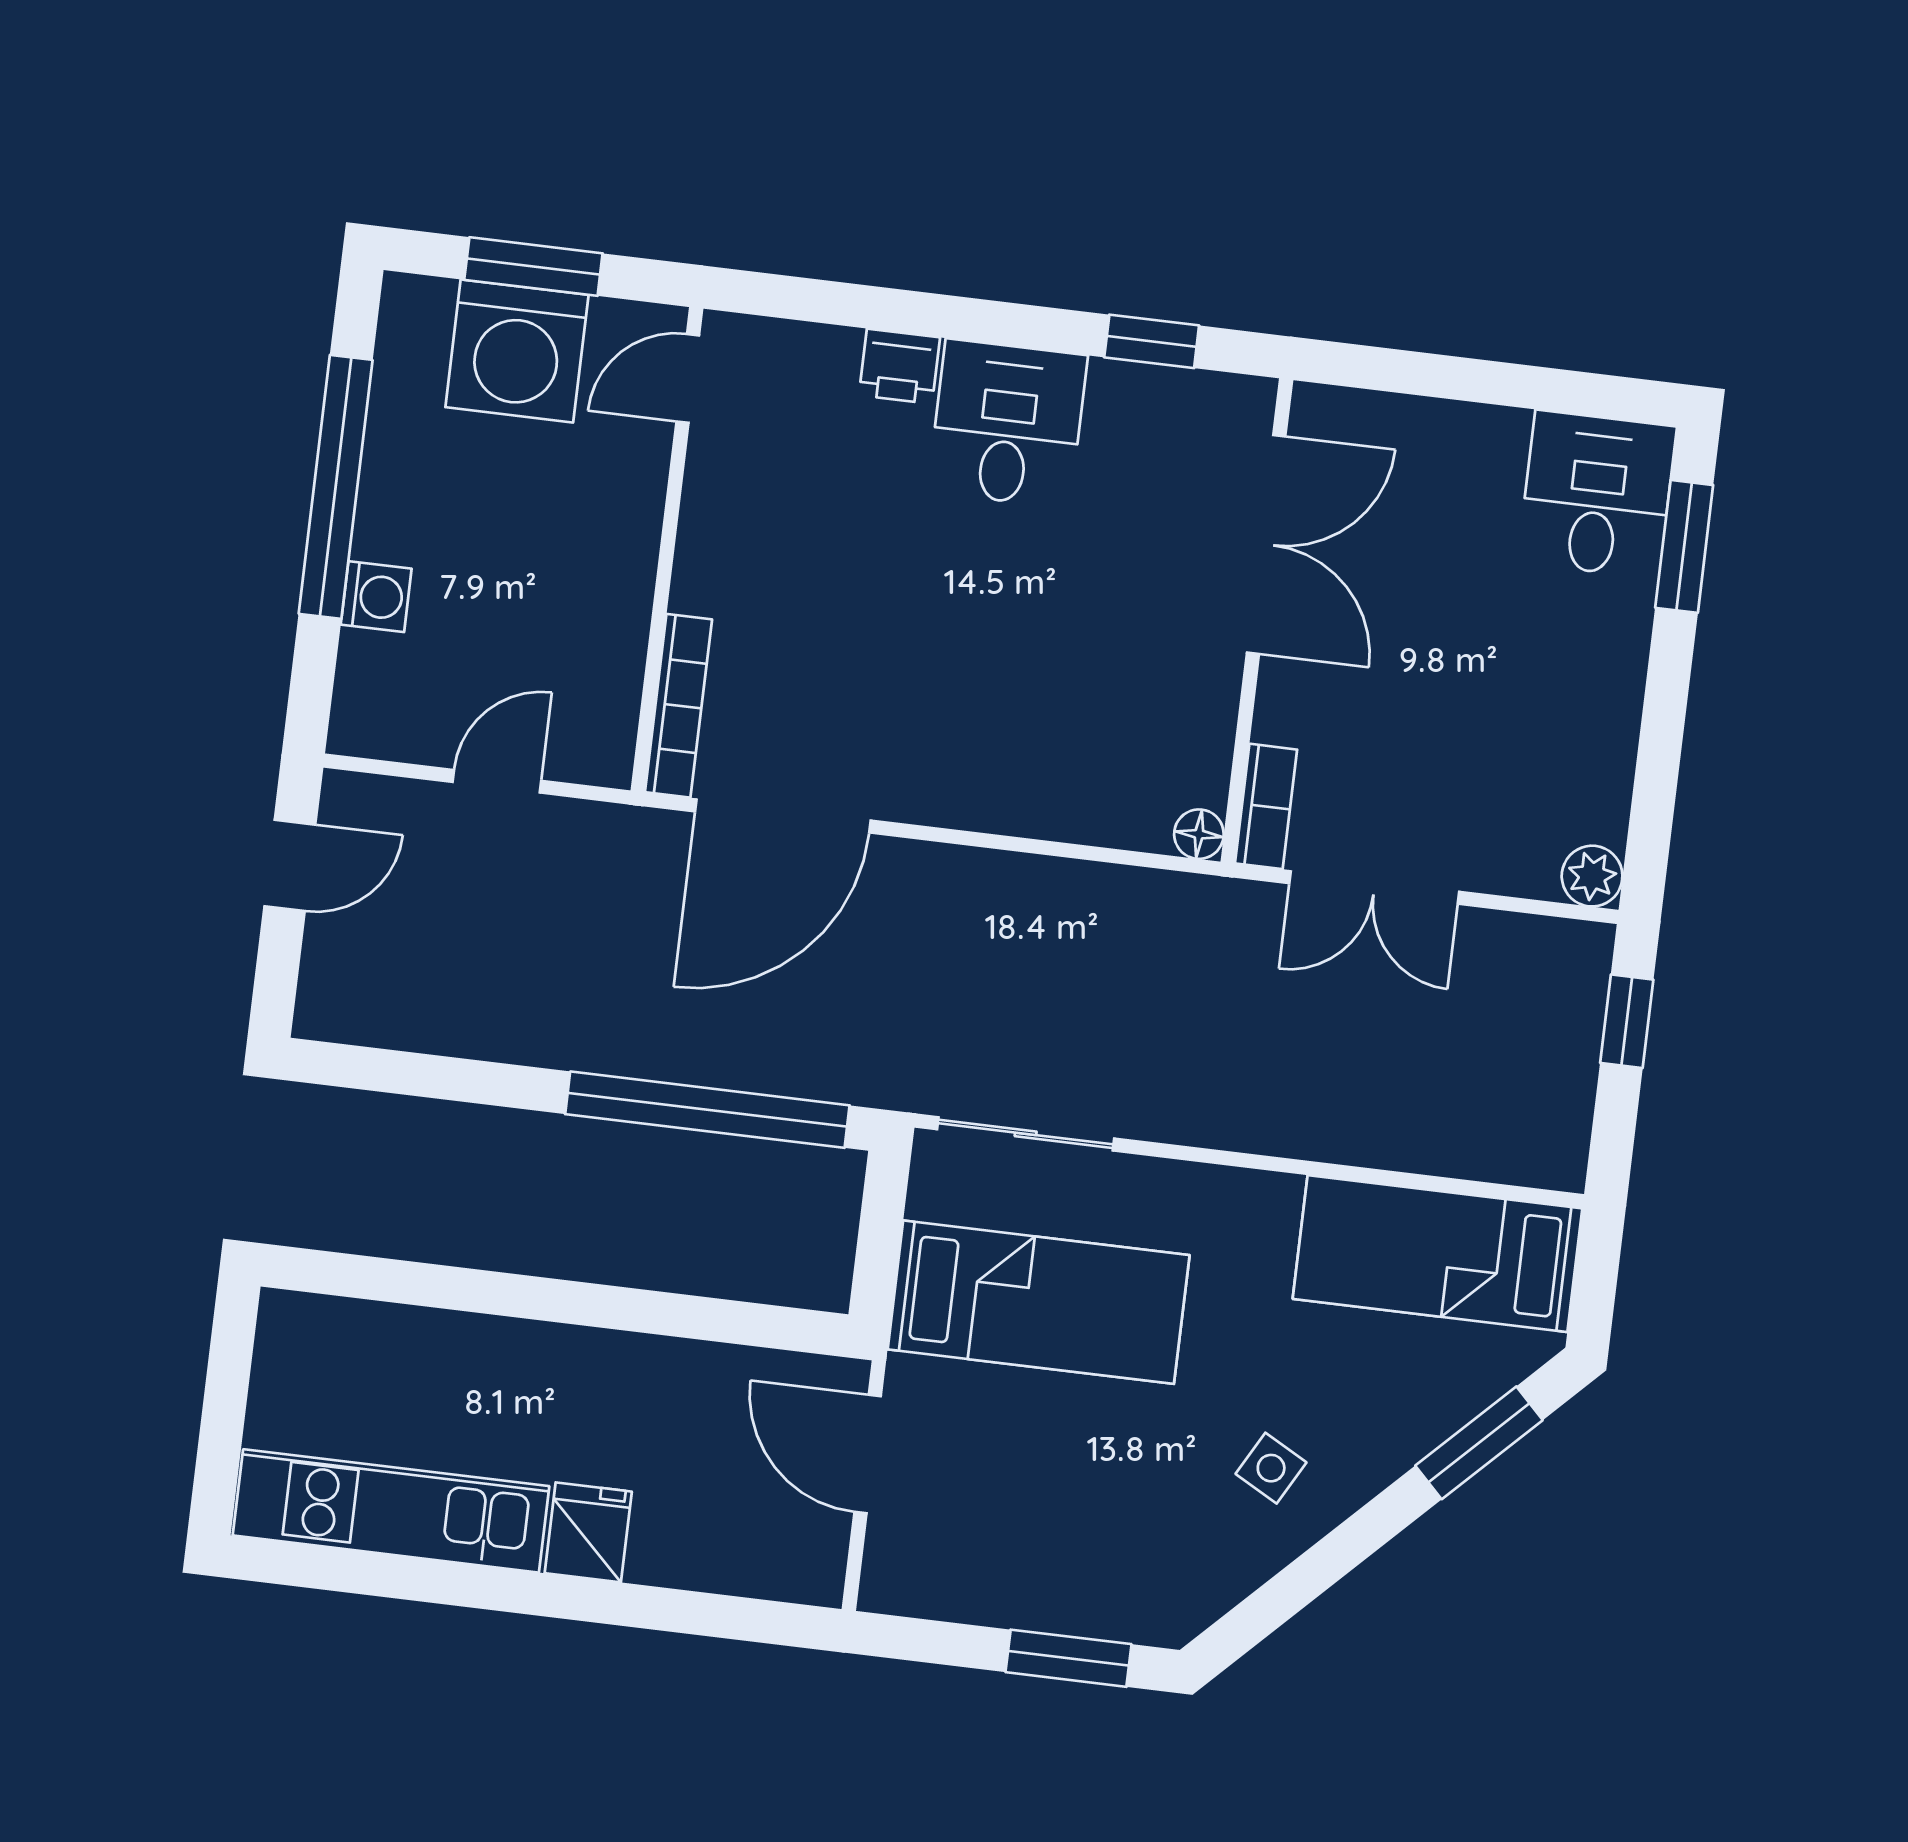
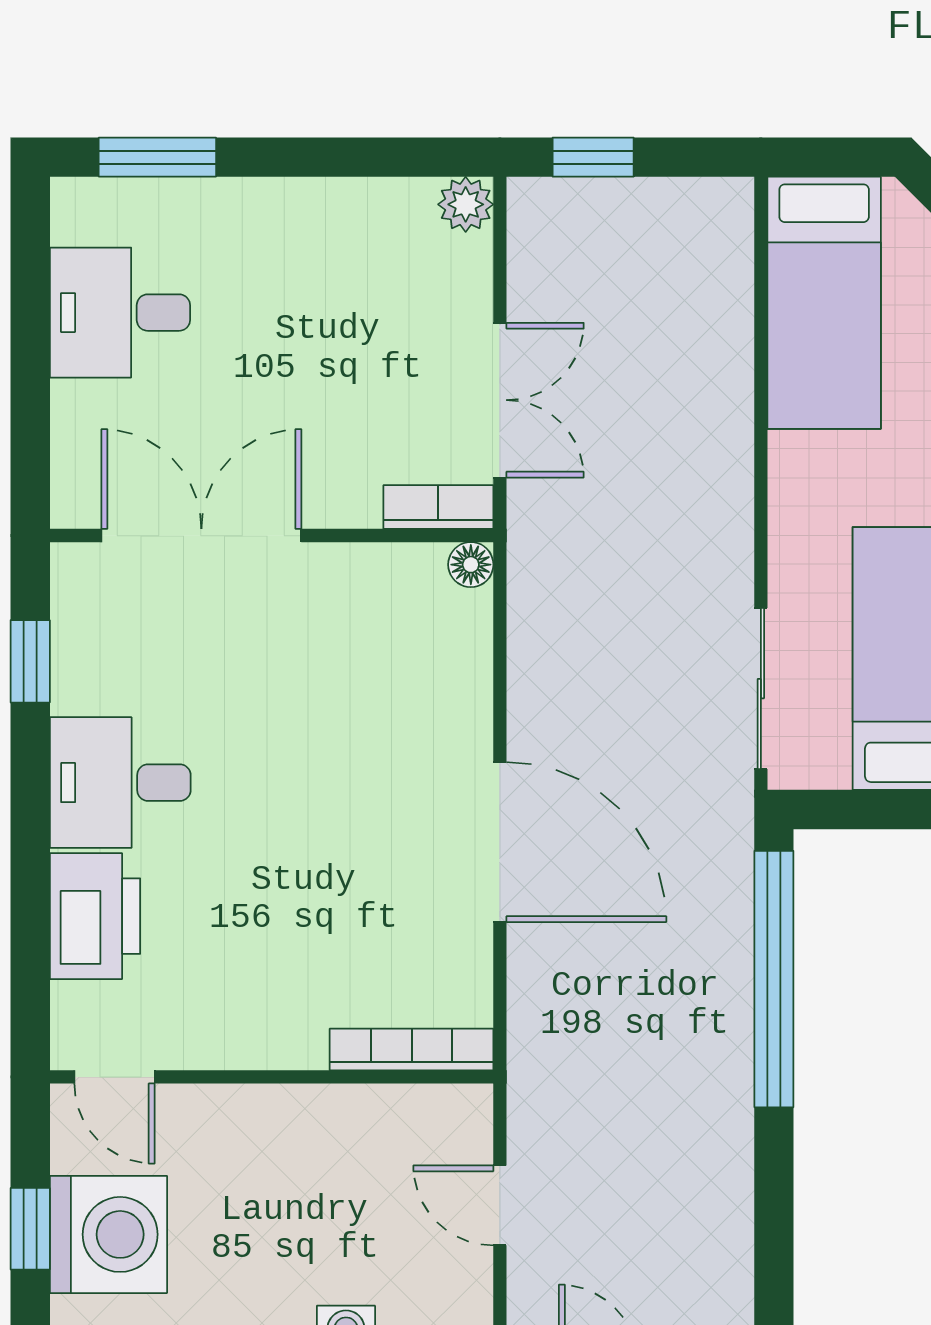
window: (533, 267) -> (30, 1229), width x0.67
printer: (899, 366) -> (95, 916), width x1.87, depth x1.48
desk: (1597, 494) -> (120, 313), moved
door: (783, 816) -> (500, 842), moved

